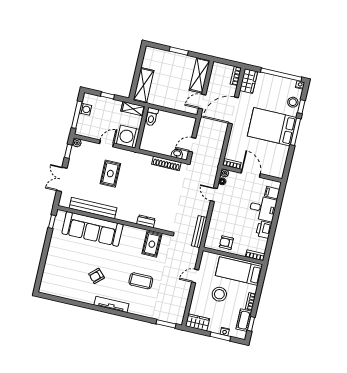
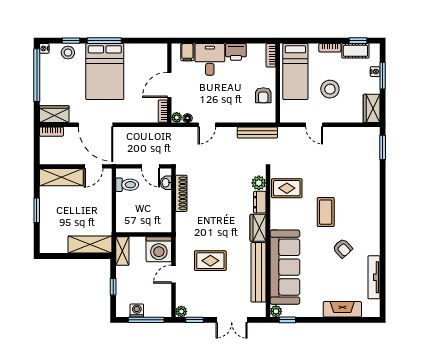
door: (202, 102) -> (93, 166), hinge flipped
toilet: (151, 117) -> (127, 185), moved
door: (107, 143) -> (174, 274), hinge flipped
plant: (61, 214) -> (276, 311), added
wardrobe: (127, 216) -> (258, 228), added
plant: (161, 224) -> (259, 183), added
fireplace: (50, 265) -> (342, 309), added
coffee table: (141, 281) -> (326, 212), moved
tv unit: (111, 304) -> (374, 277), moved

